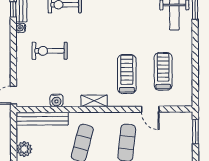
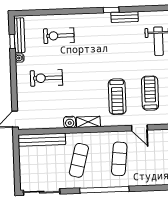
treadmill: (127, 74) -> (117, 97), turned 180
water cooler: (56, 100) -> (70, 122), moved
plant: (24, 149) -> (26, 168), removed

